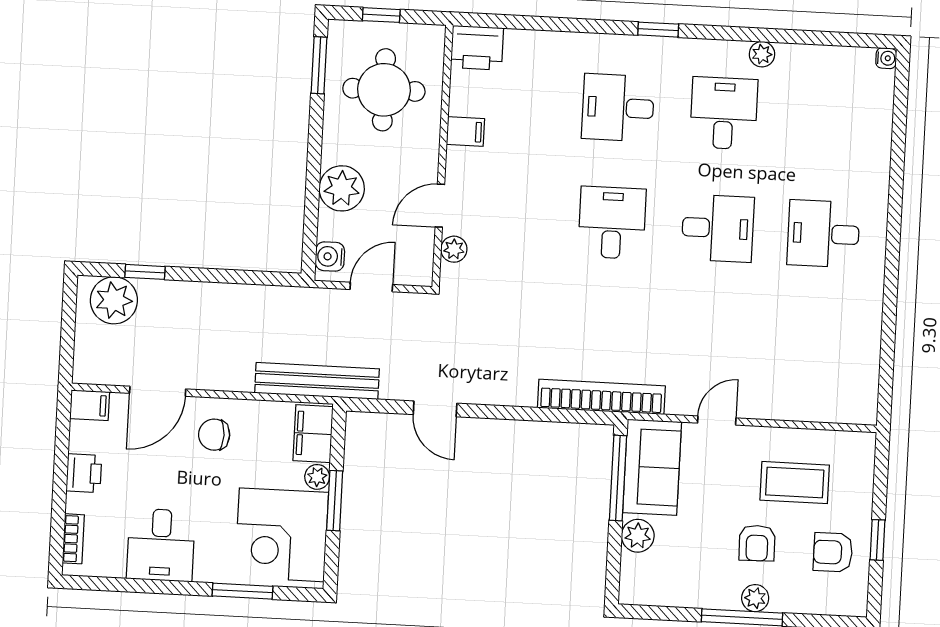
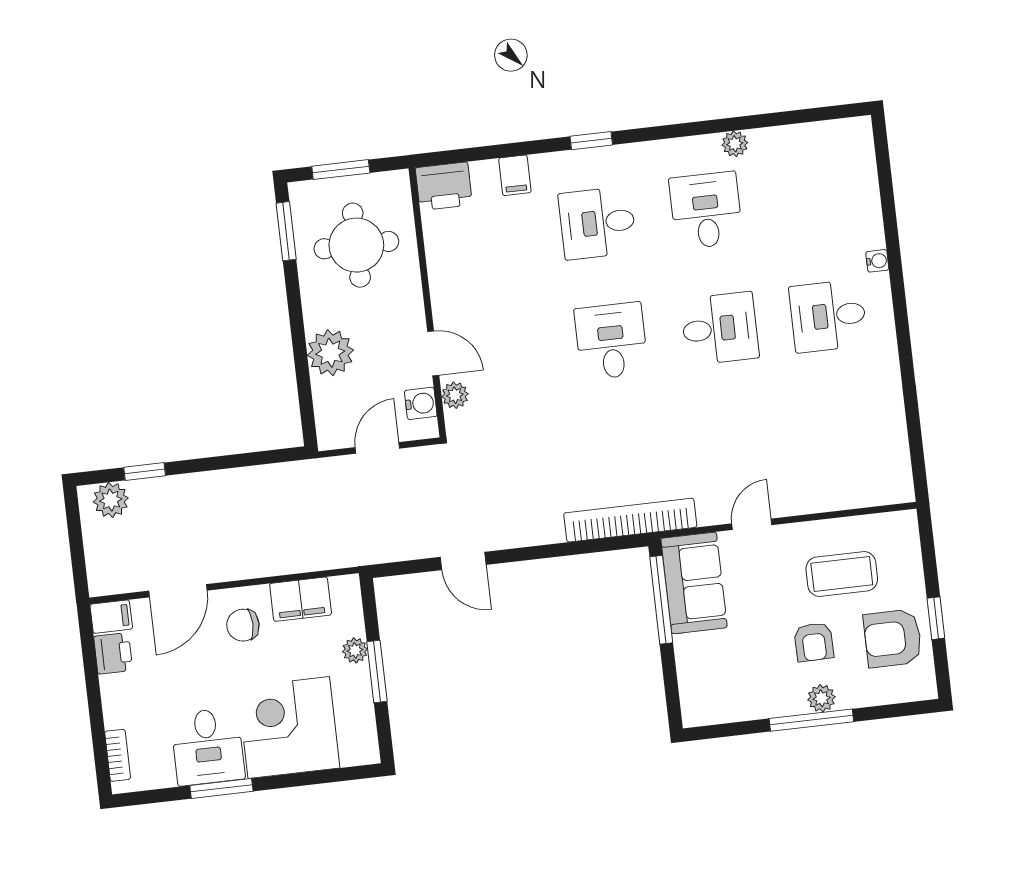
window: (381, 15) -> (341, 170), width x1.50
window: (658, 30) -> (591, 141), moved
water cooler: (886, 58) -> (877, 261), moved
filing cabinet: (465, 132) -> (515, 175), moved, turned 90
door: (440, 206) -> (433, 353), swing flipped
water cooler: (330, 256) -> (421, 403), moved, turned 180
plant: (114, 300) -> (111, 500), width x0.73, depth x0.73
bench: (317, 381) -> (338, 553), removed
filing cabinet: (313, 434) -> (301, 599), moved, turned -90
printer: (84, 473) -> (113, 653), moved
corner desk: (282, 535) -> (289, 727), moved, turned 90
plant: (638, 536) -> (691, 655), removed
armchair: (833, 552) -> (893, 638), width x1.38, depth x1.38
window: (242, 591) -> (221, 788), moved

